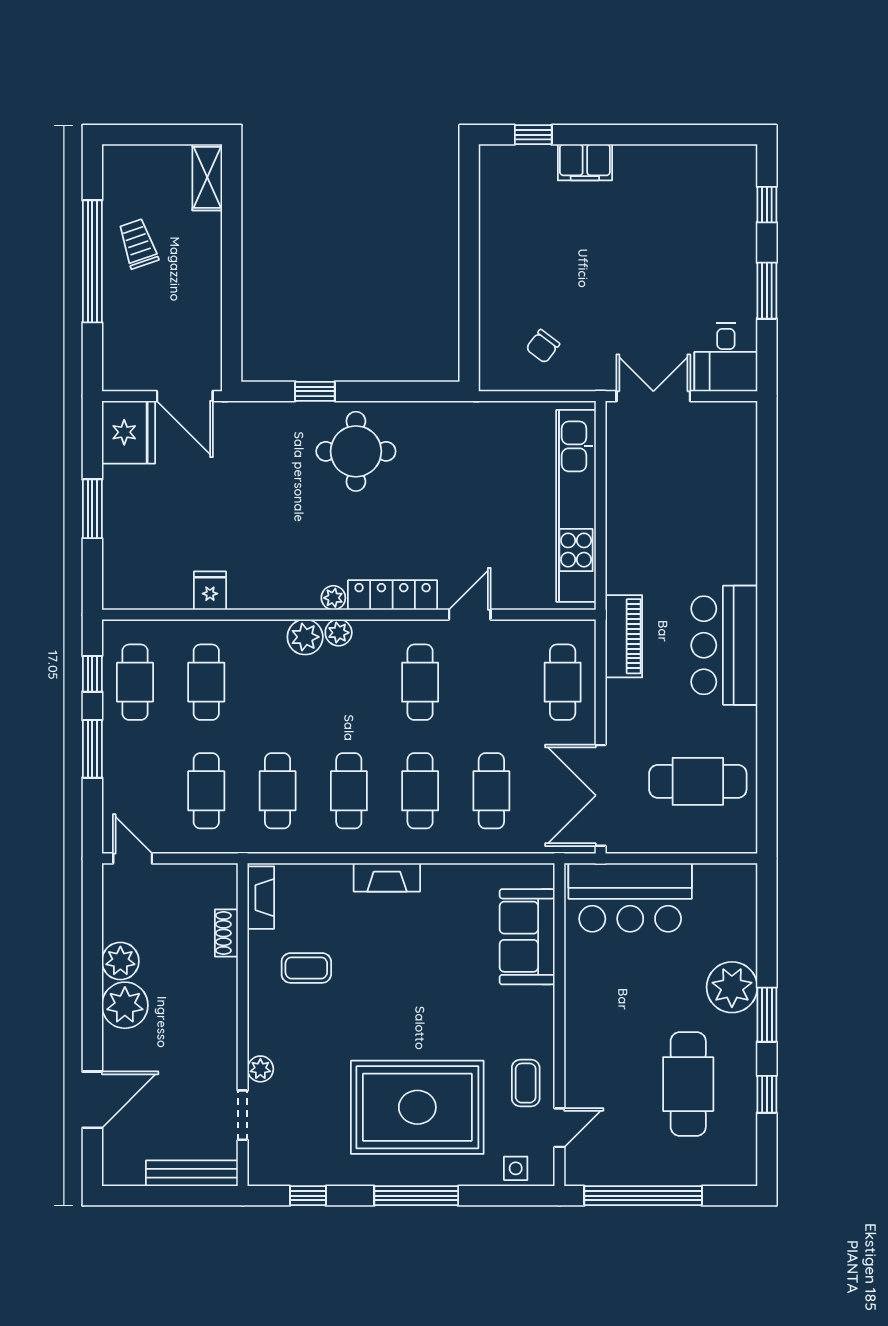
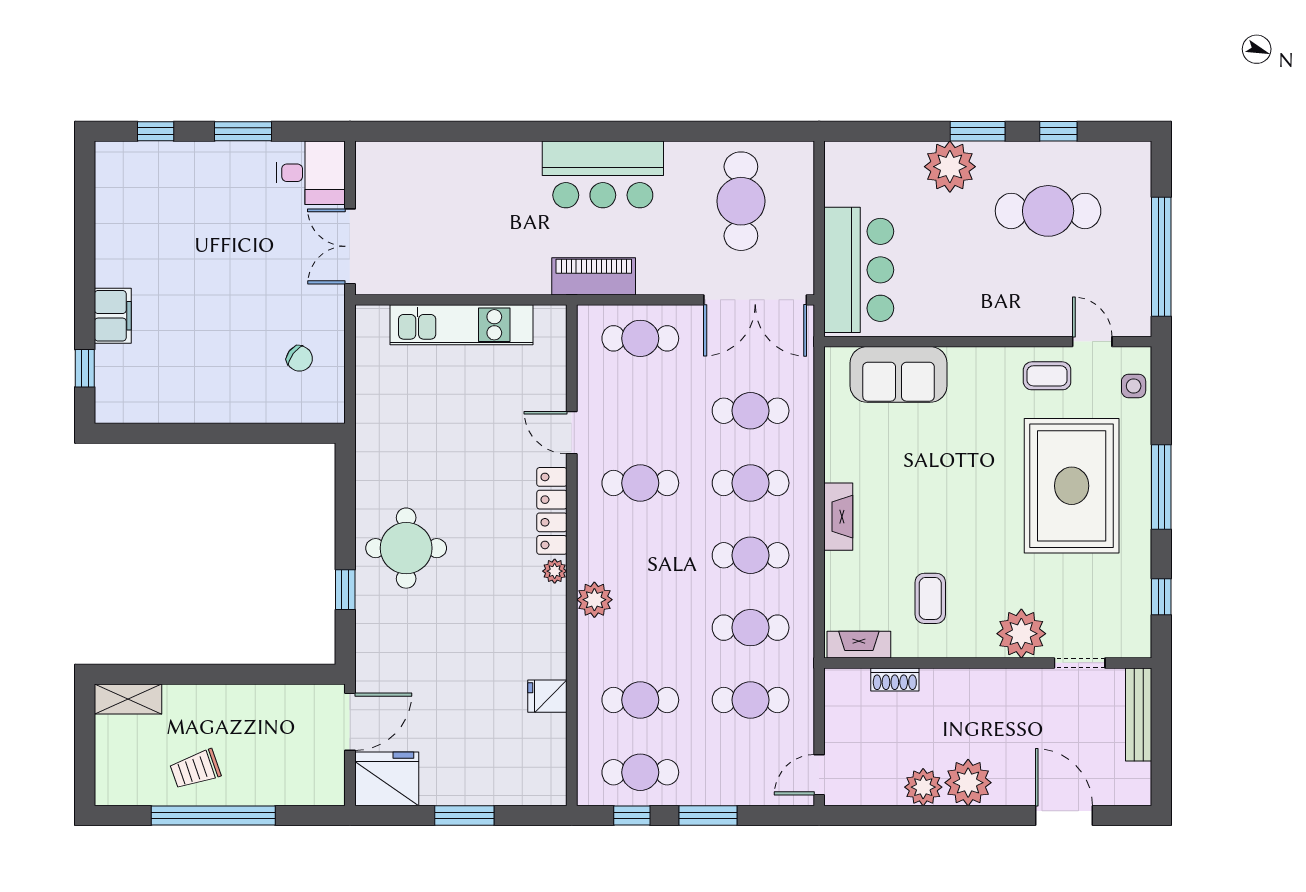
kitchen unit: (576, 506) -> (461, 325), width x0.73
plant: (339, 633) -> (590, 566), removed
plant: (260, 1069) -> (1021, 634), width x1.88, depth x1.88

